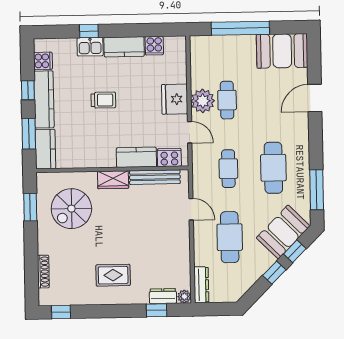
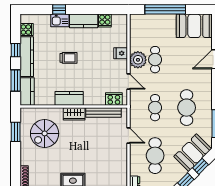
fridge: (175, 99) -> (121, 53), width x0.53, depth x0.75
kitchen counter: (136, 157) -> (69, 98), moved

